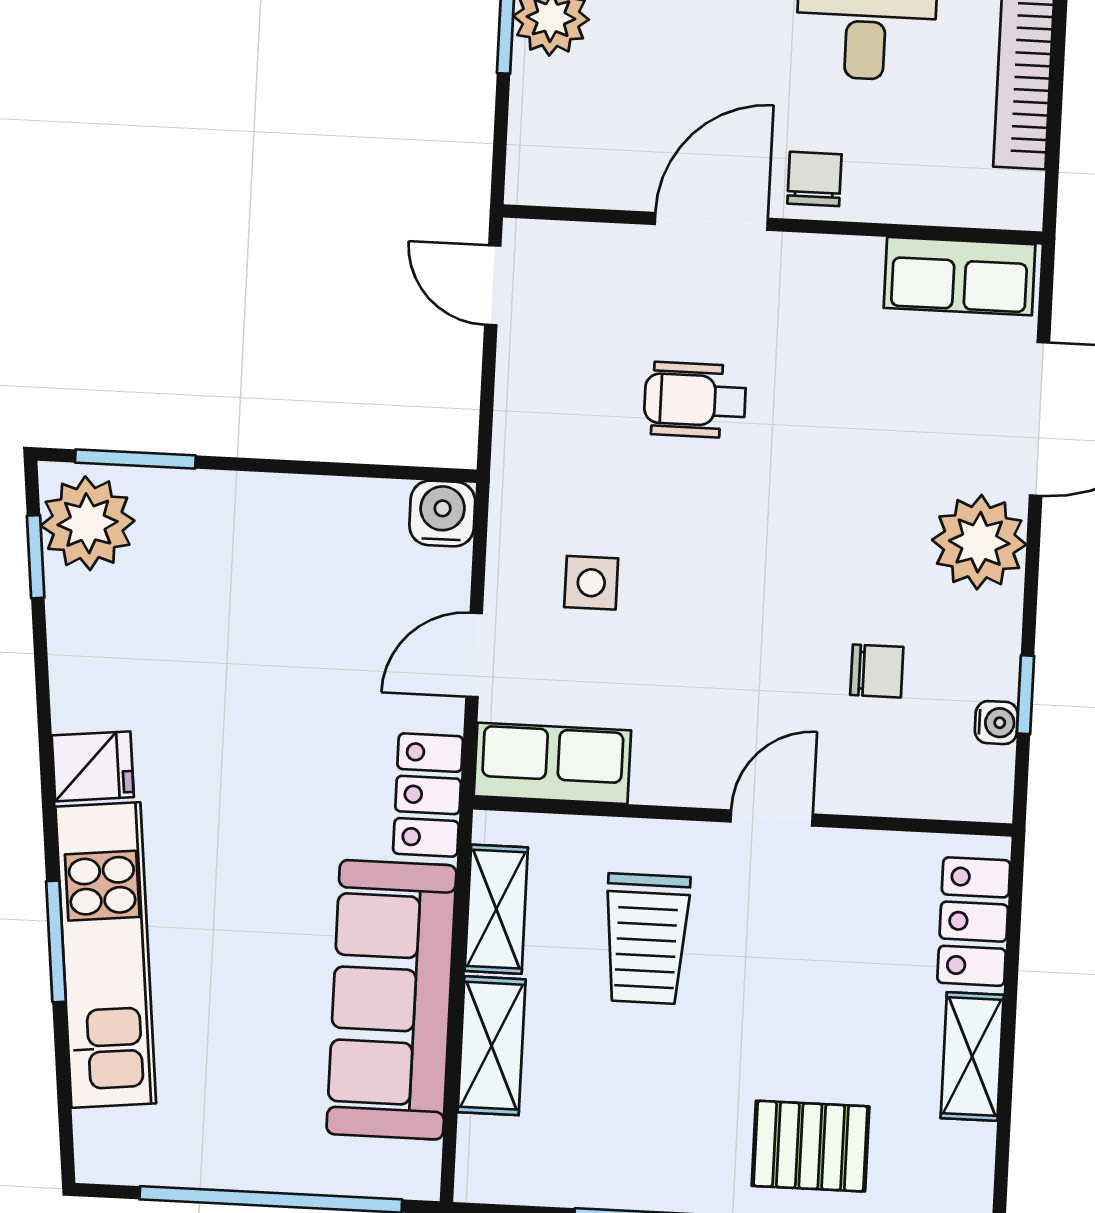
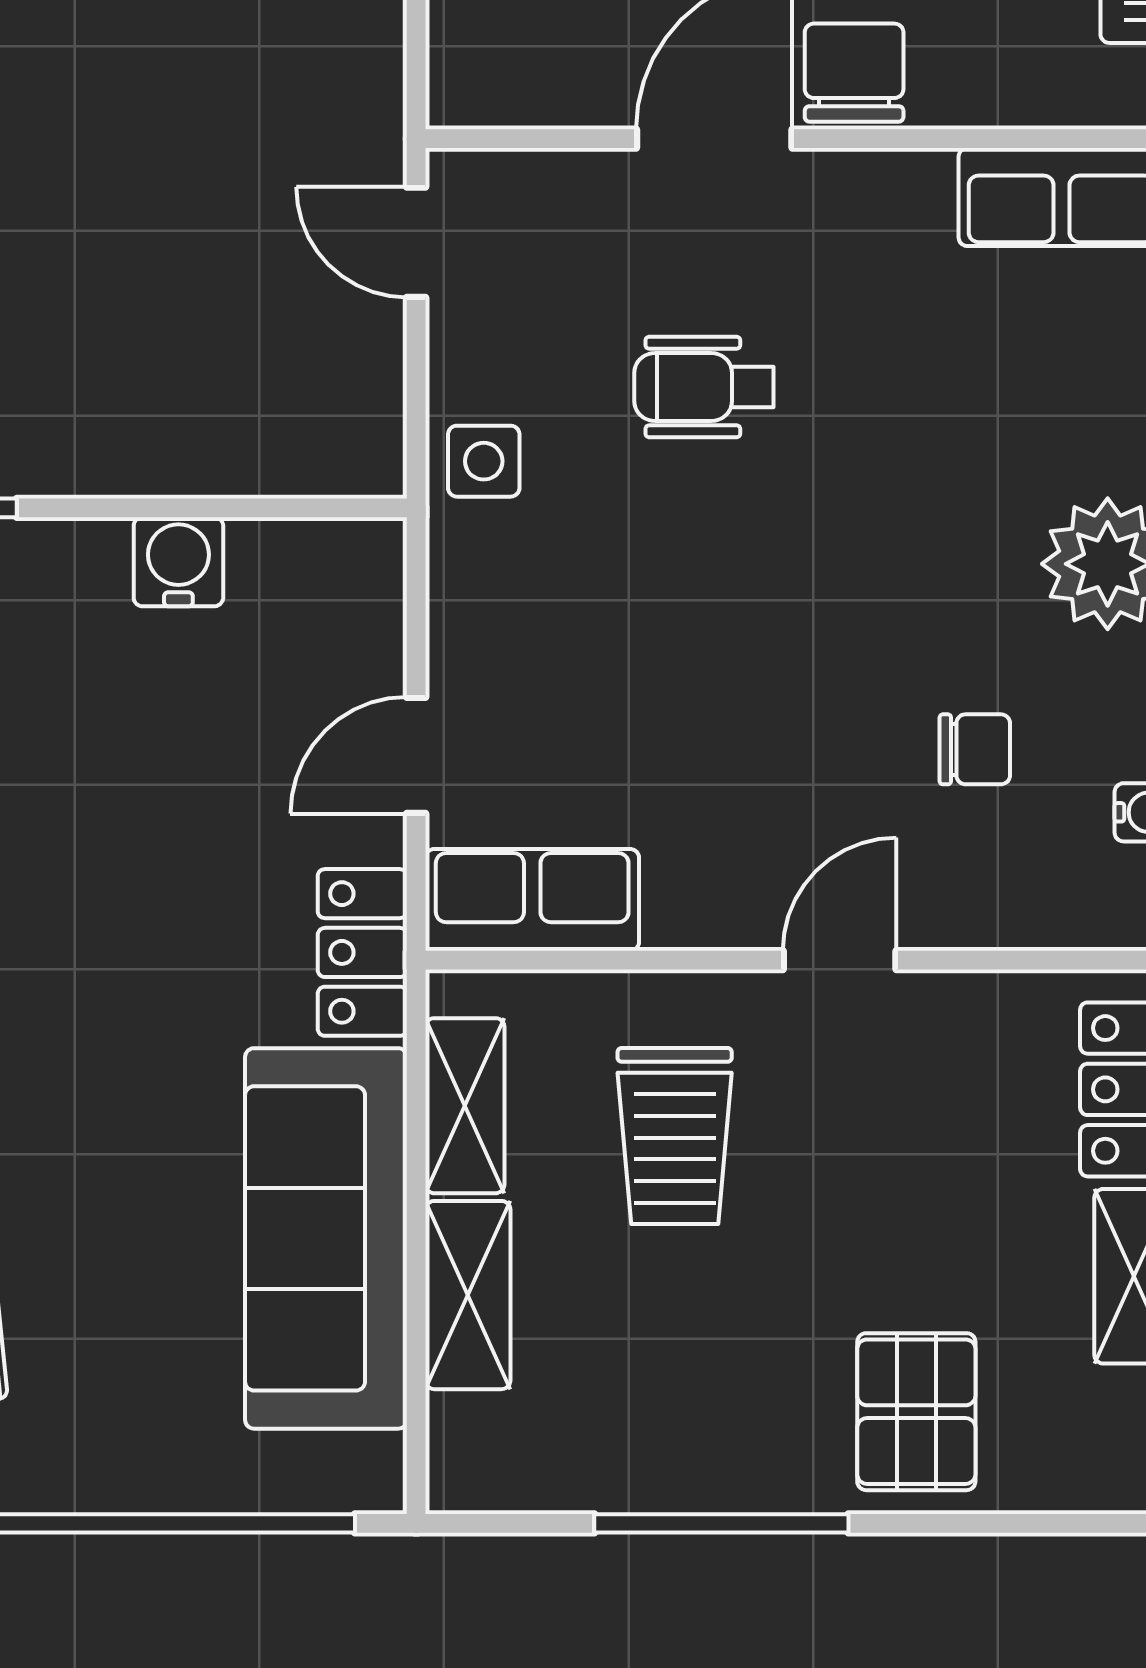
chair: (814, 179) -> (854, 73), width x1.37, depth x1.37
water cooler: (442, 513) -> (178, 562), moved
side table: (591, 583) -> (484, 461), moved
pallet: (810, 1146) -> (916, 1412), turned 90

